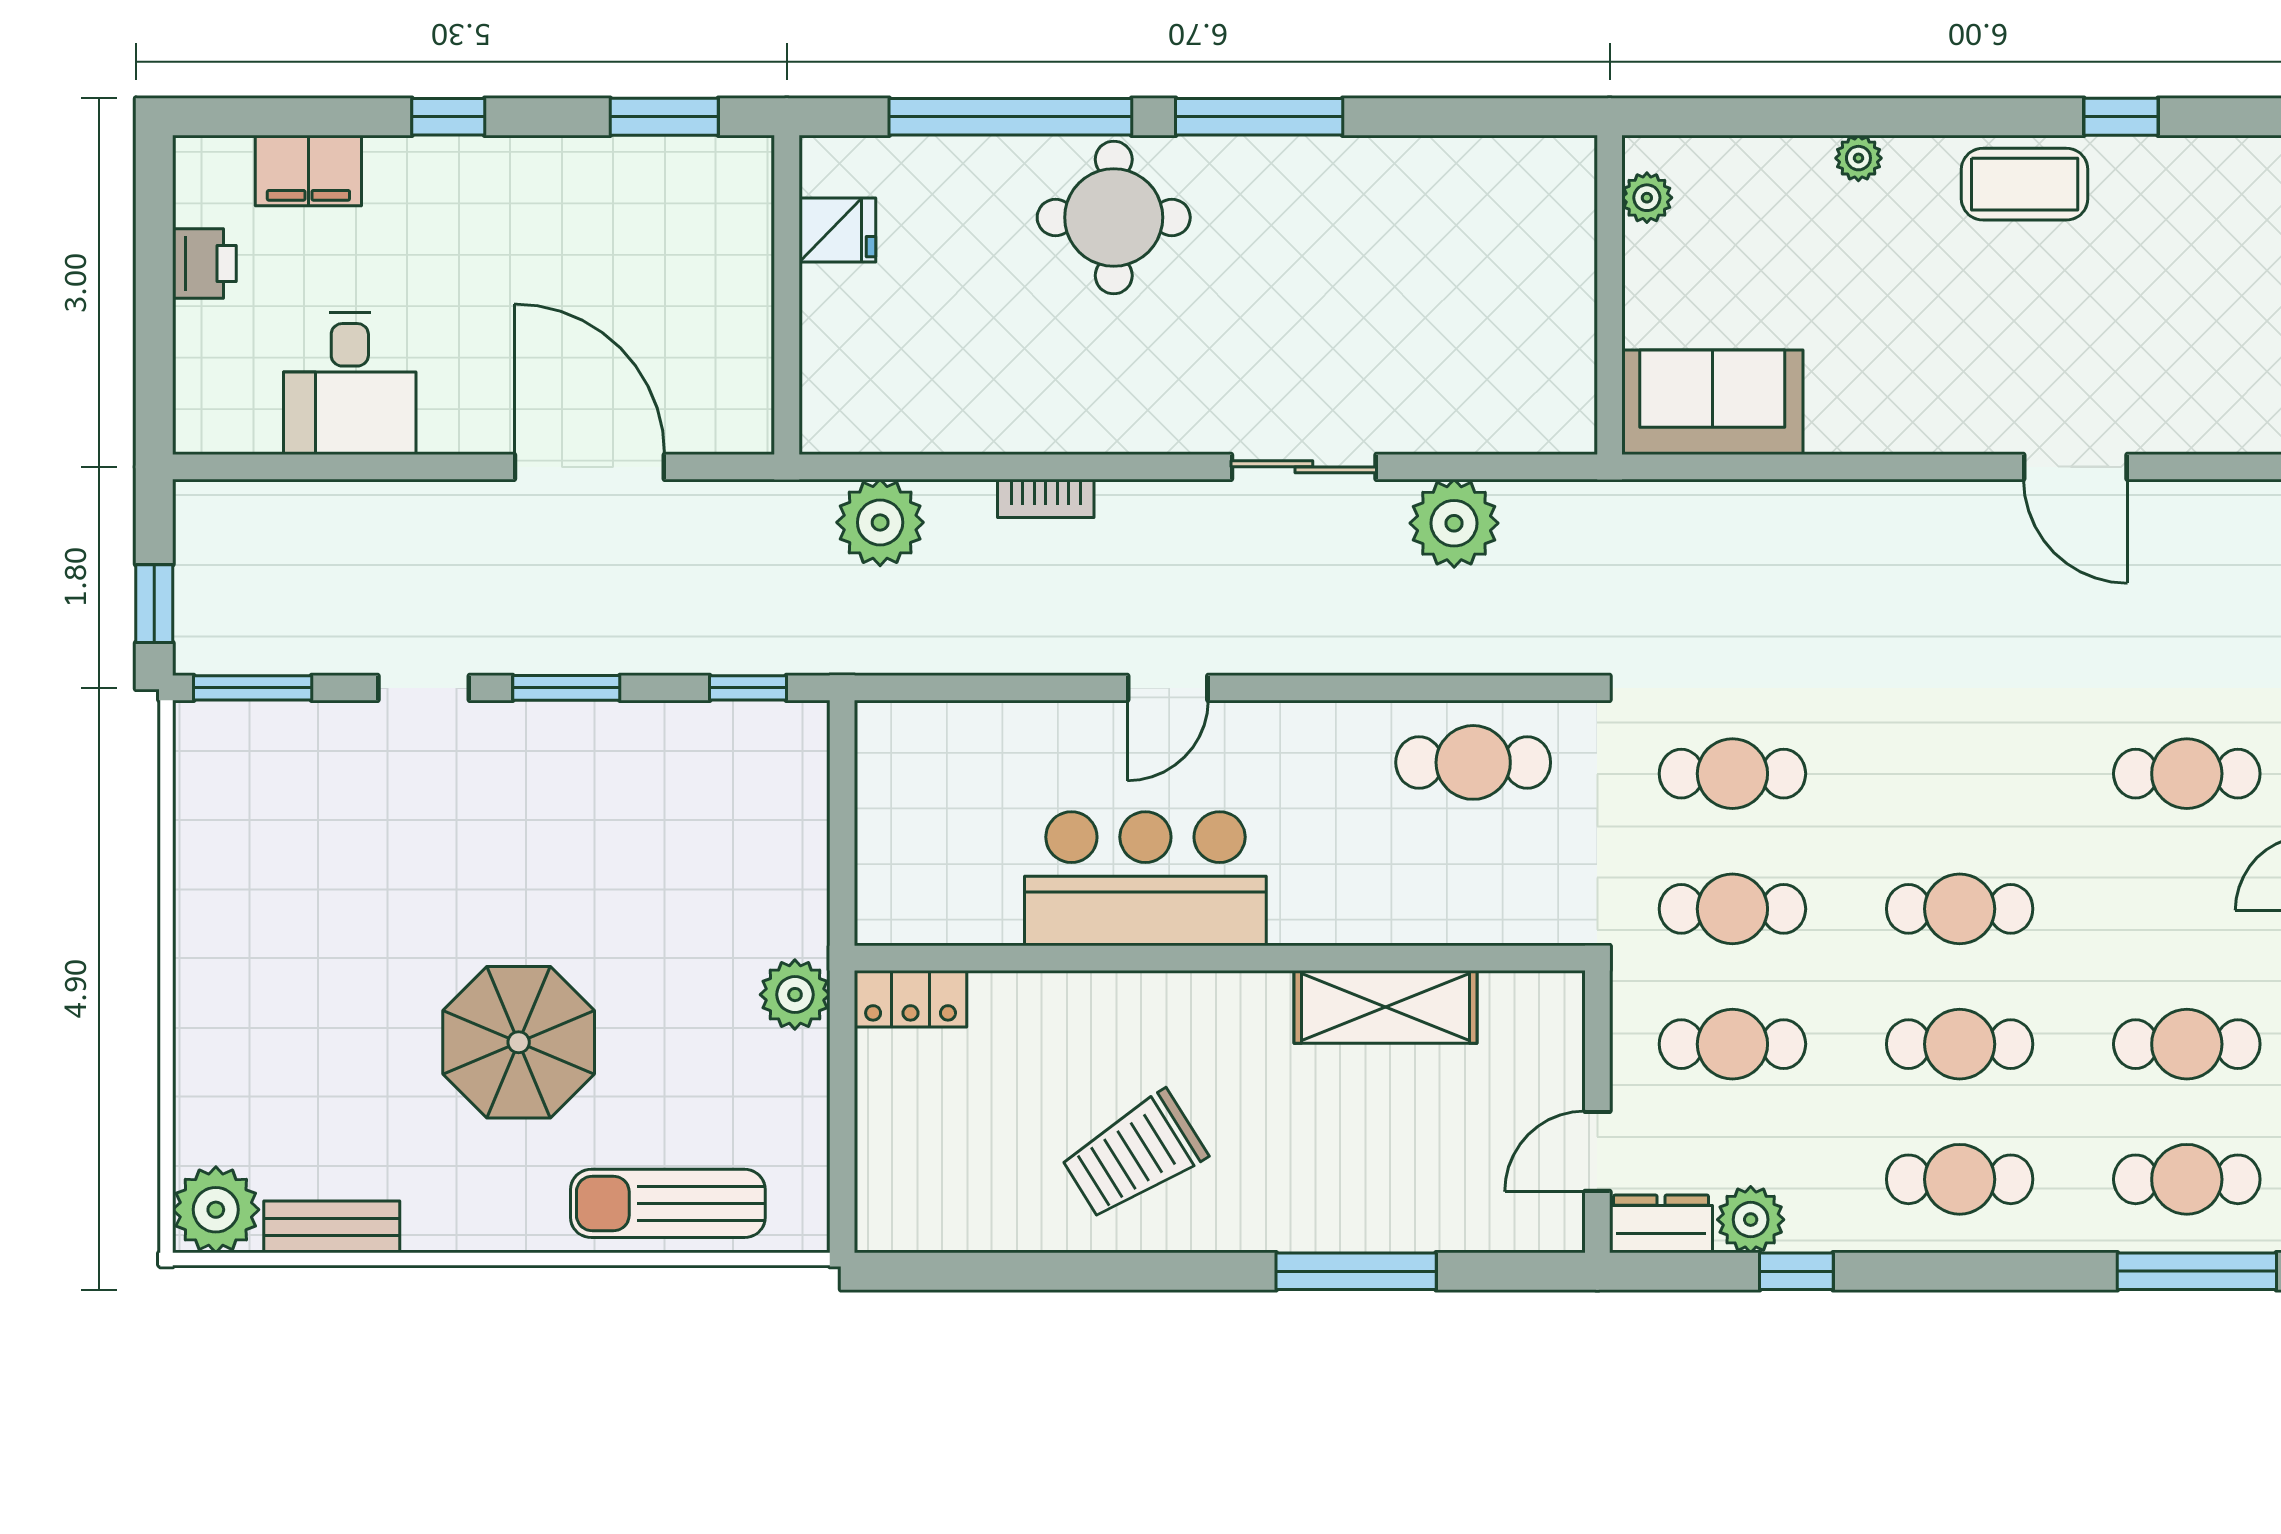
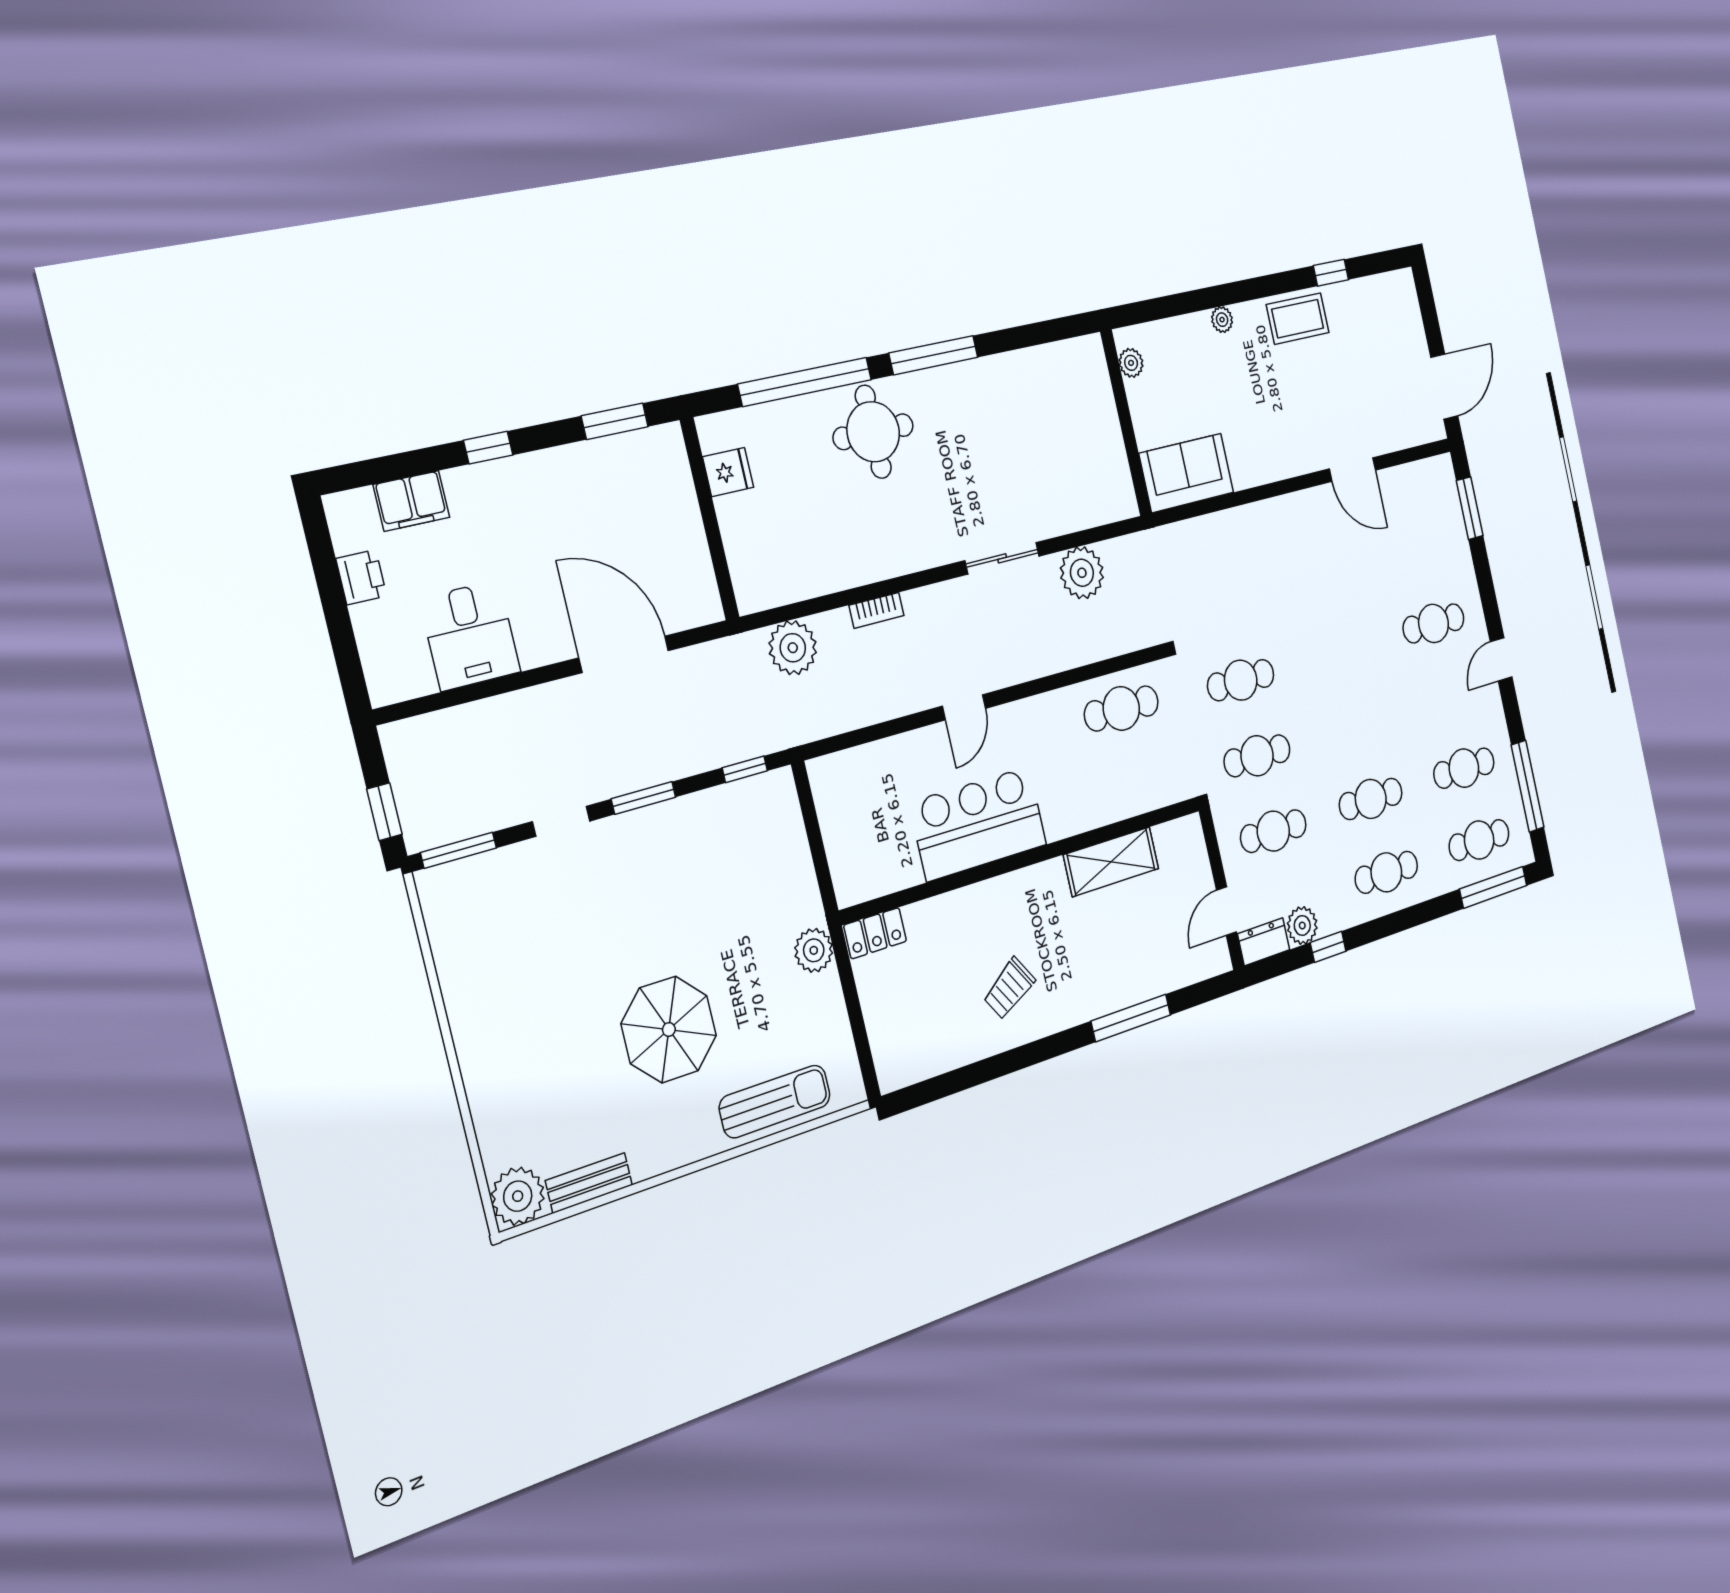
cafe table: (1960, 909) -> (1355, 725), removed
trolley: (1134, 1155) -> (1009, 988), width x0.73, depth x0.72
sun lounger: (668, 1203) -> (775, 1101), turned 180

